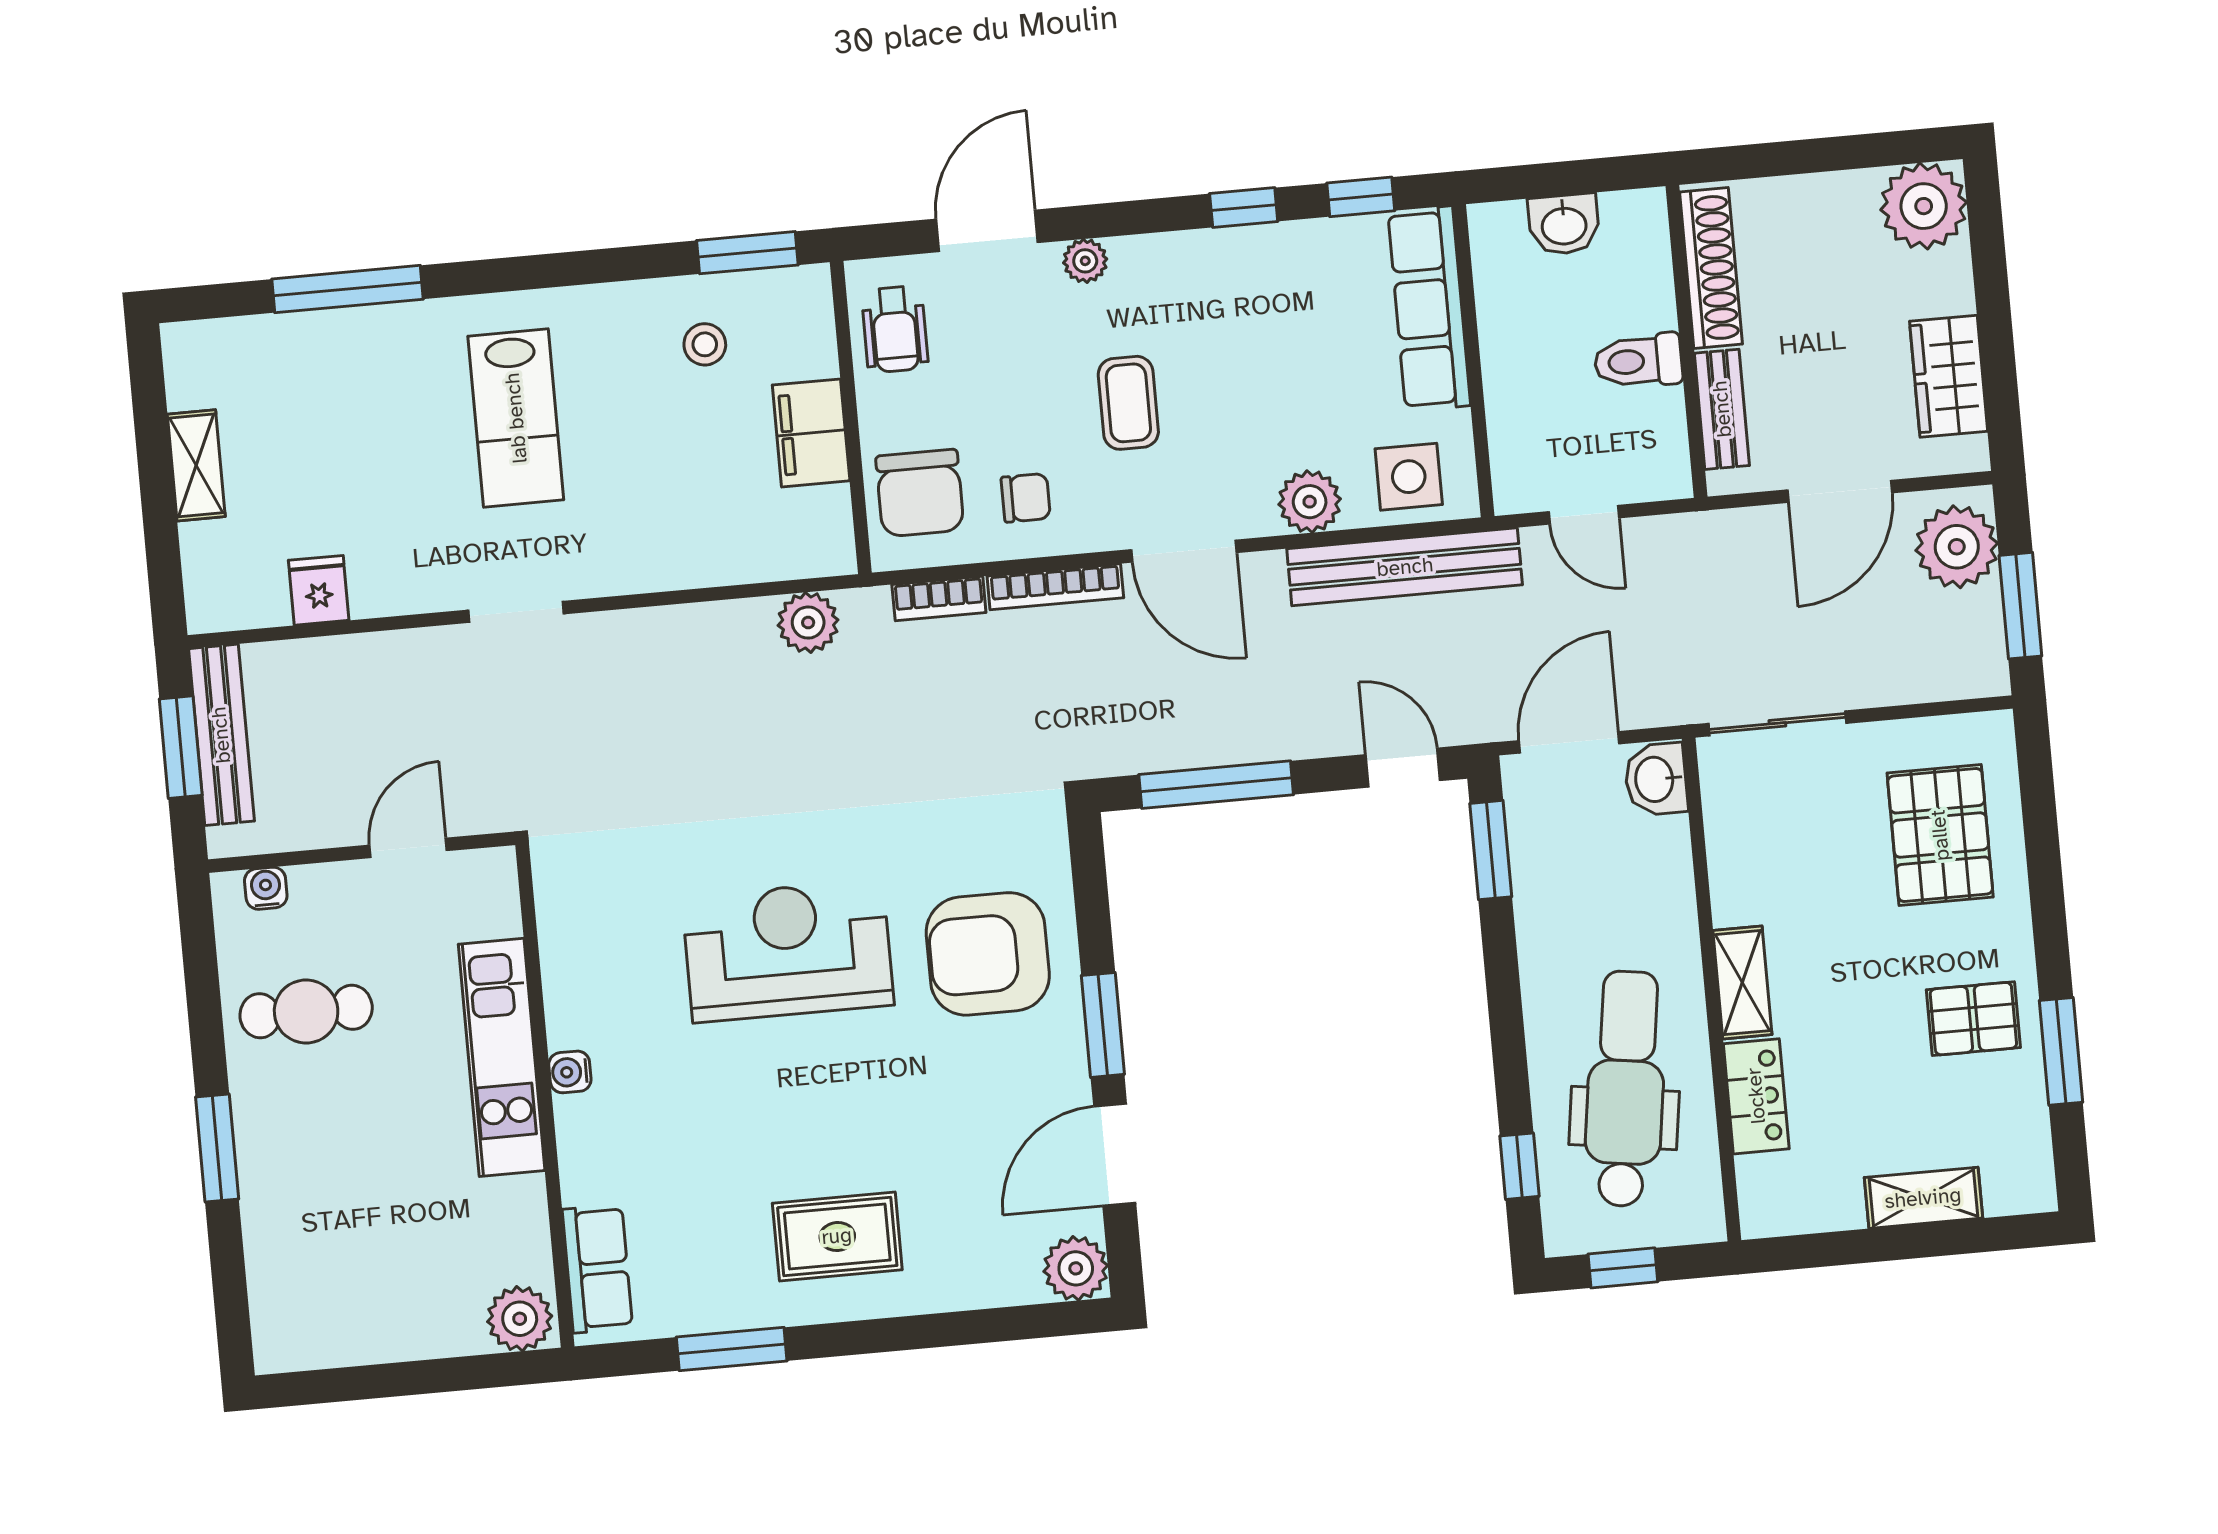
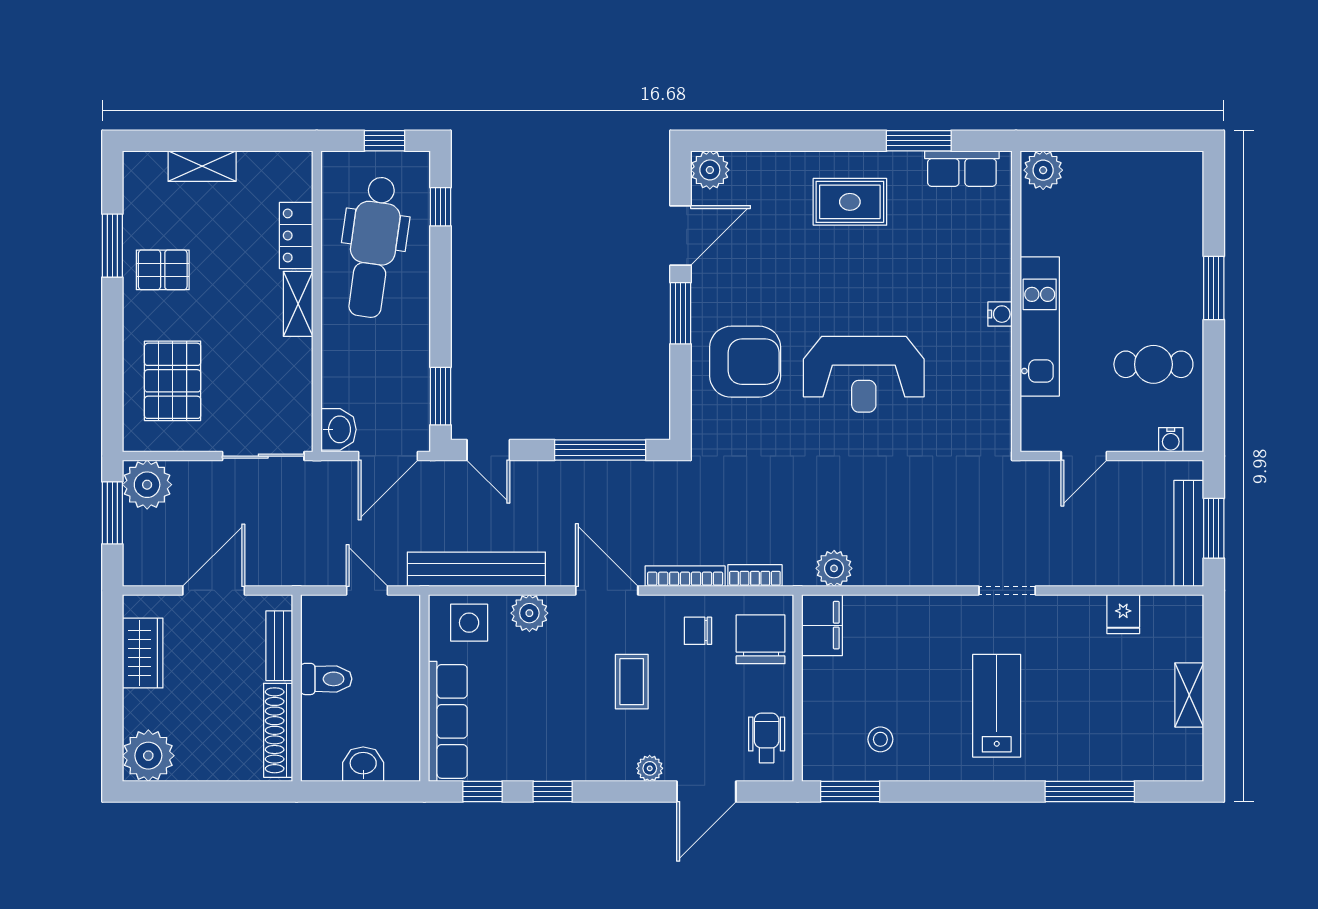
filing cabinet: (811, 433) -> (822, 625), moved
plant: (1957, 547) -> (147, 485), moved
row of seats: (597, 1269) -> (962, 169), moved, turned -90

